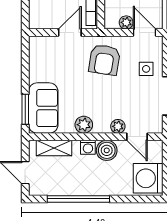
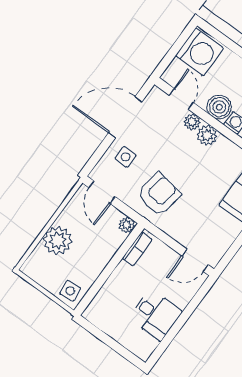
plant: (126, 22) -> (127, 225), moved
door: (70, 33) -> (195, 260), moved
plant: (84, 125) -> (207, 135), moved

